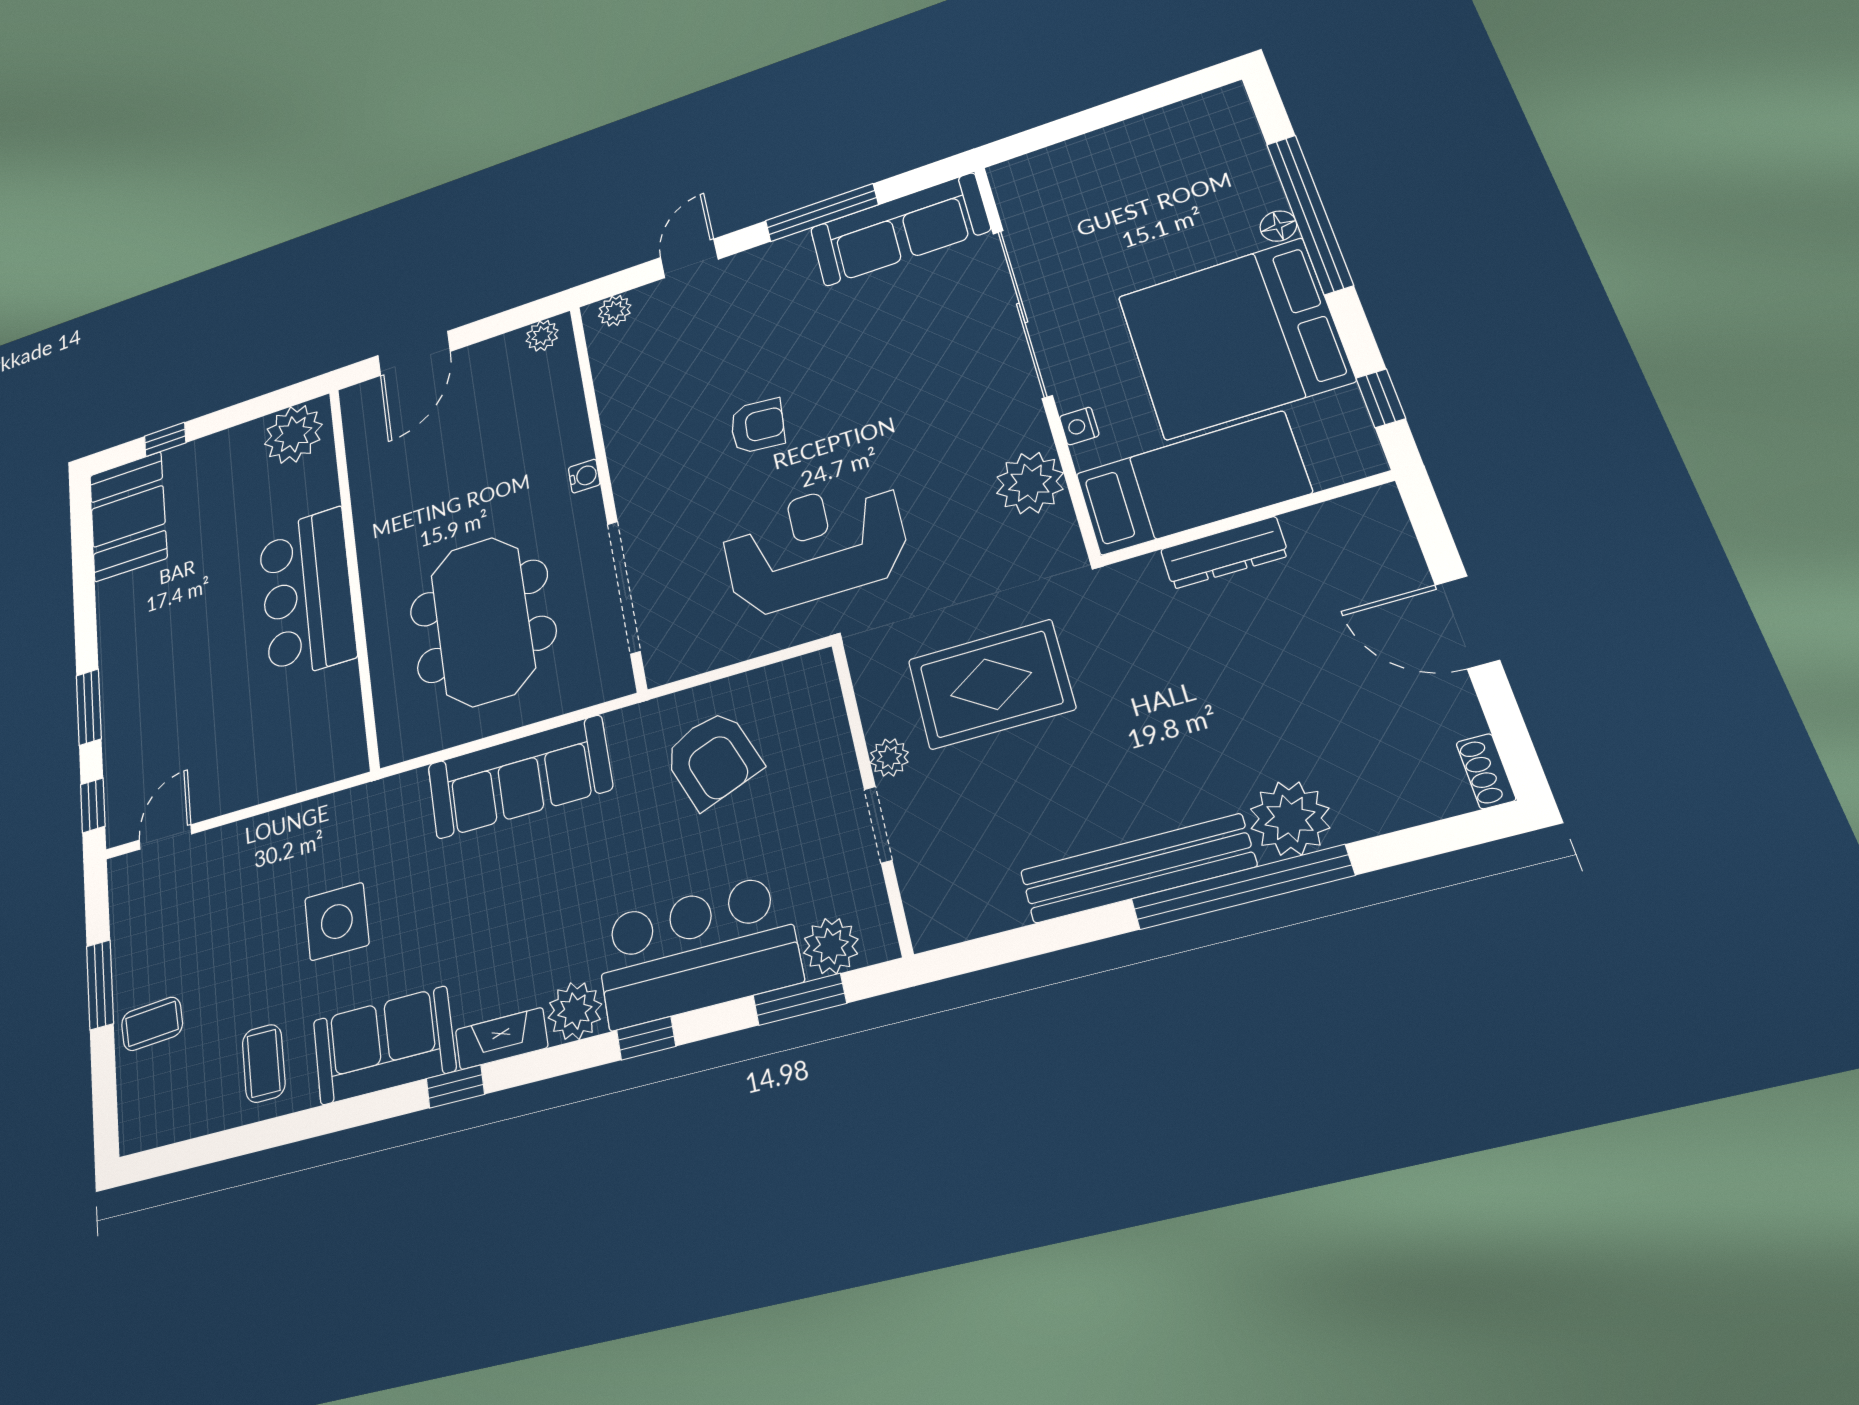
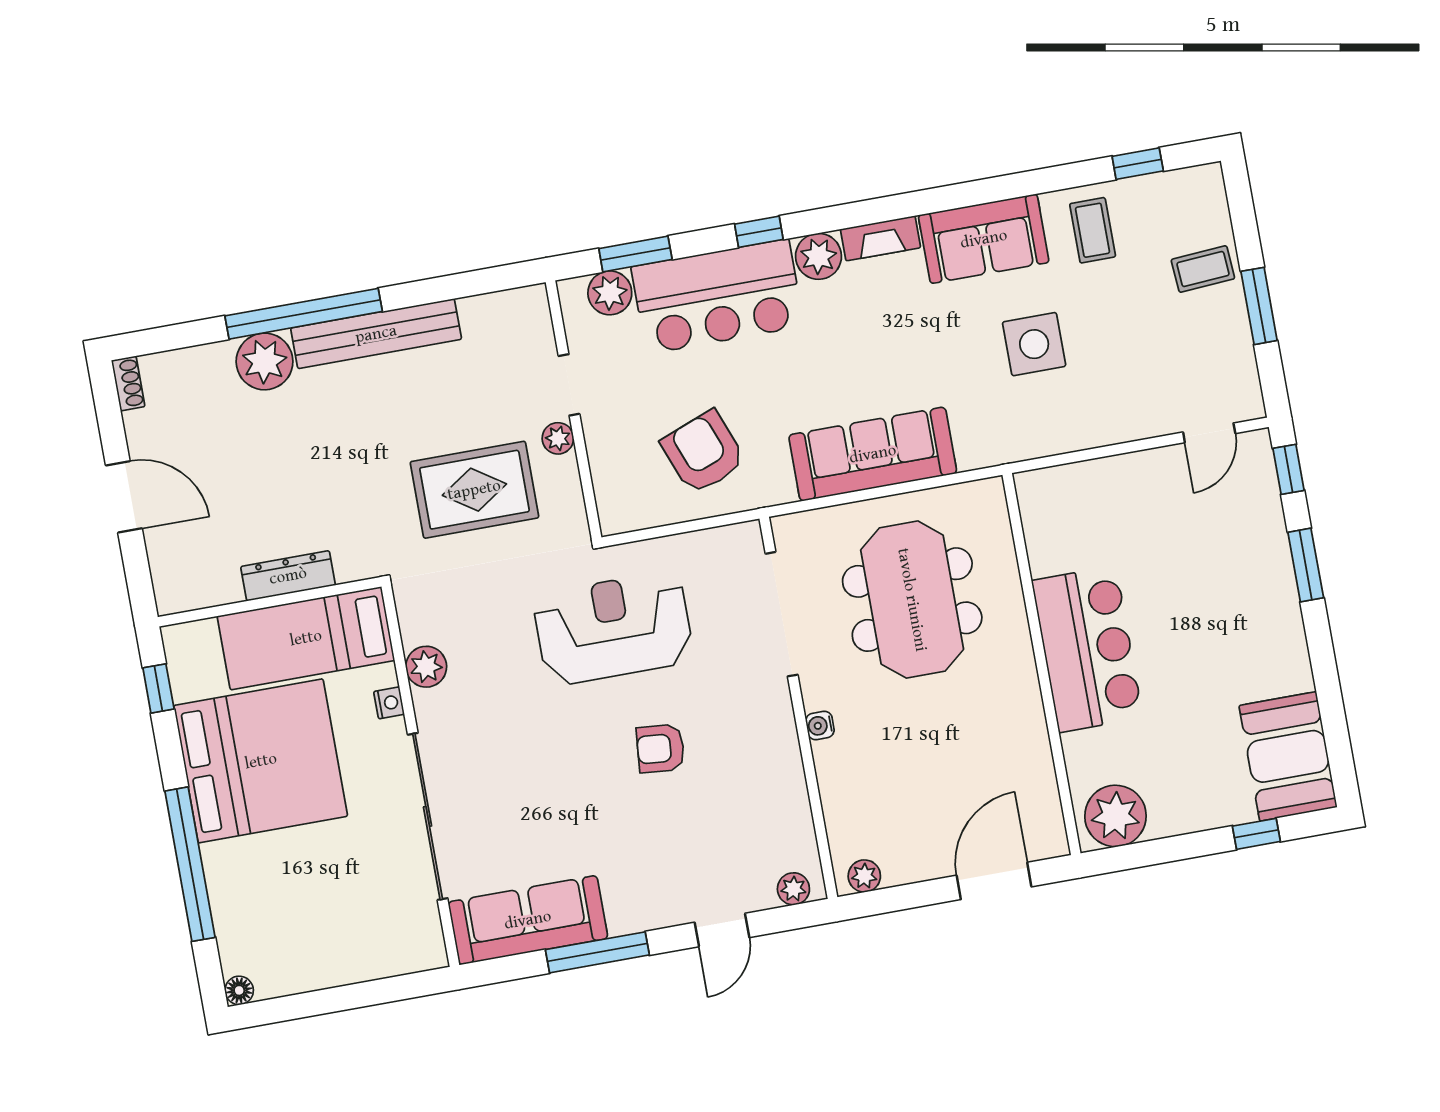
floor lamp: (1278, 226) -> (239, 990), moved
plant: (1030, 483) -> (426, 667), width x0.73, depth x0.73
reception desk: (814, 546) -> (613, 628), turned 180
window: (455, 1087) -> (1138, 164), moved

